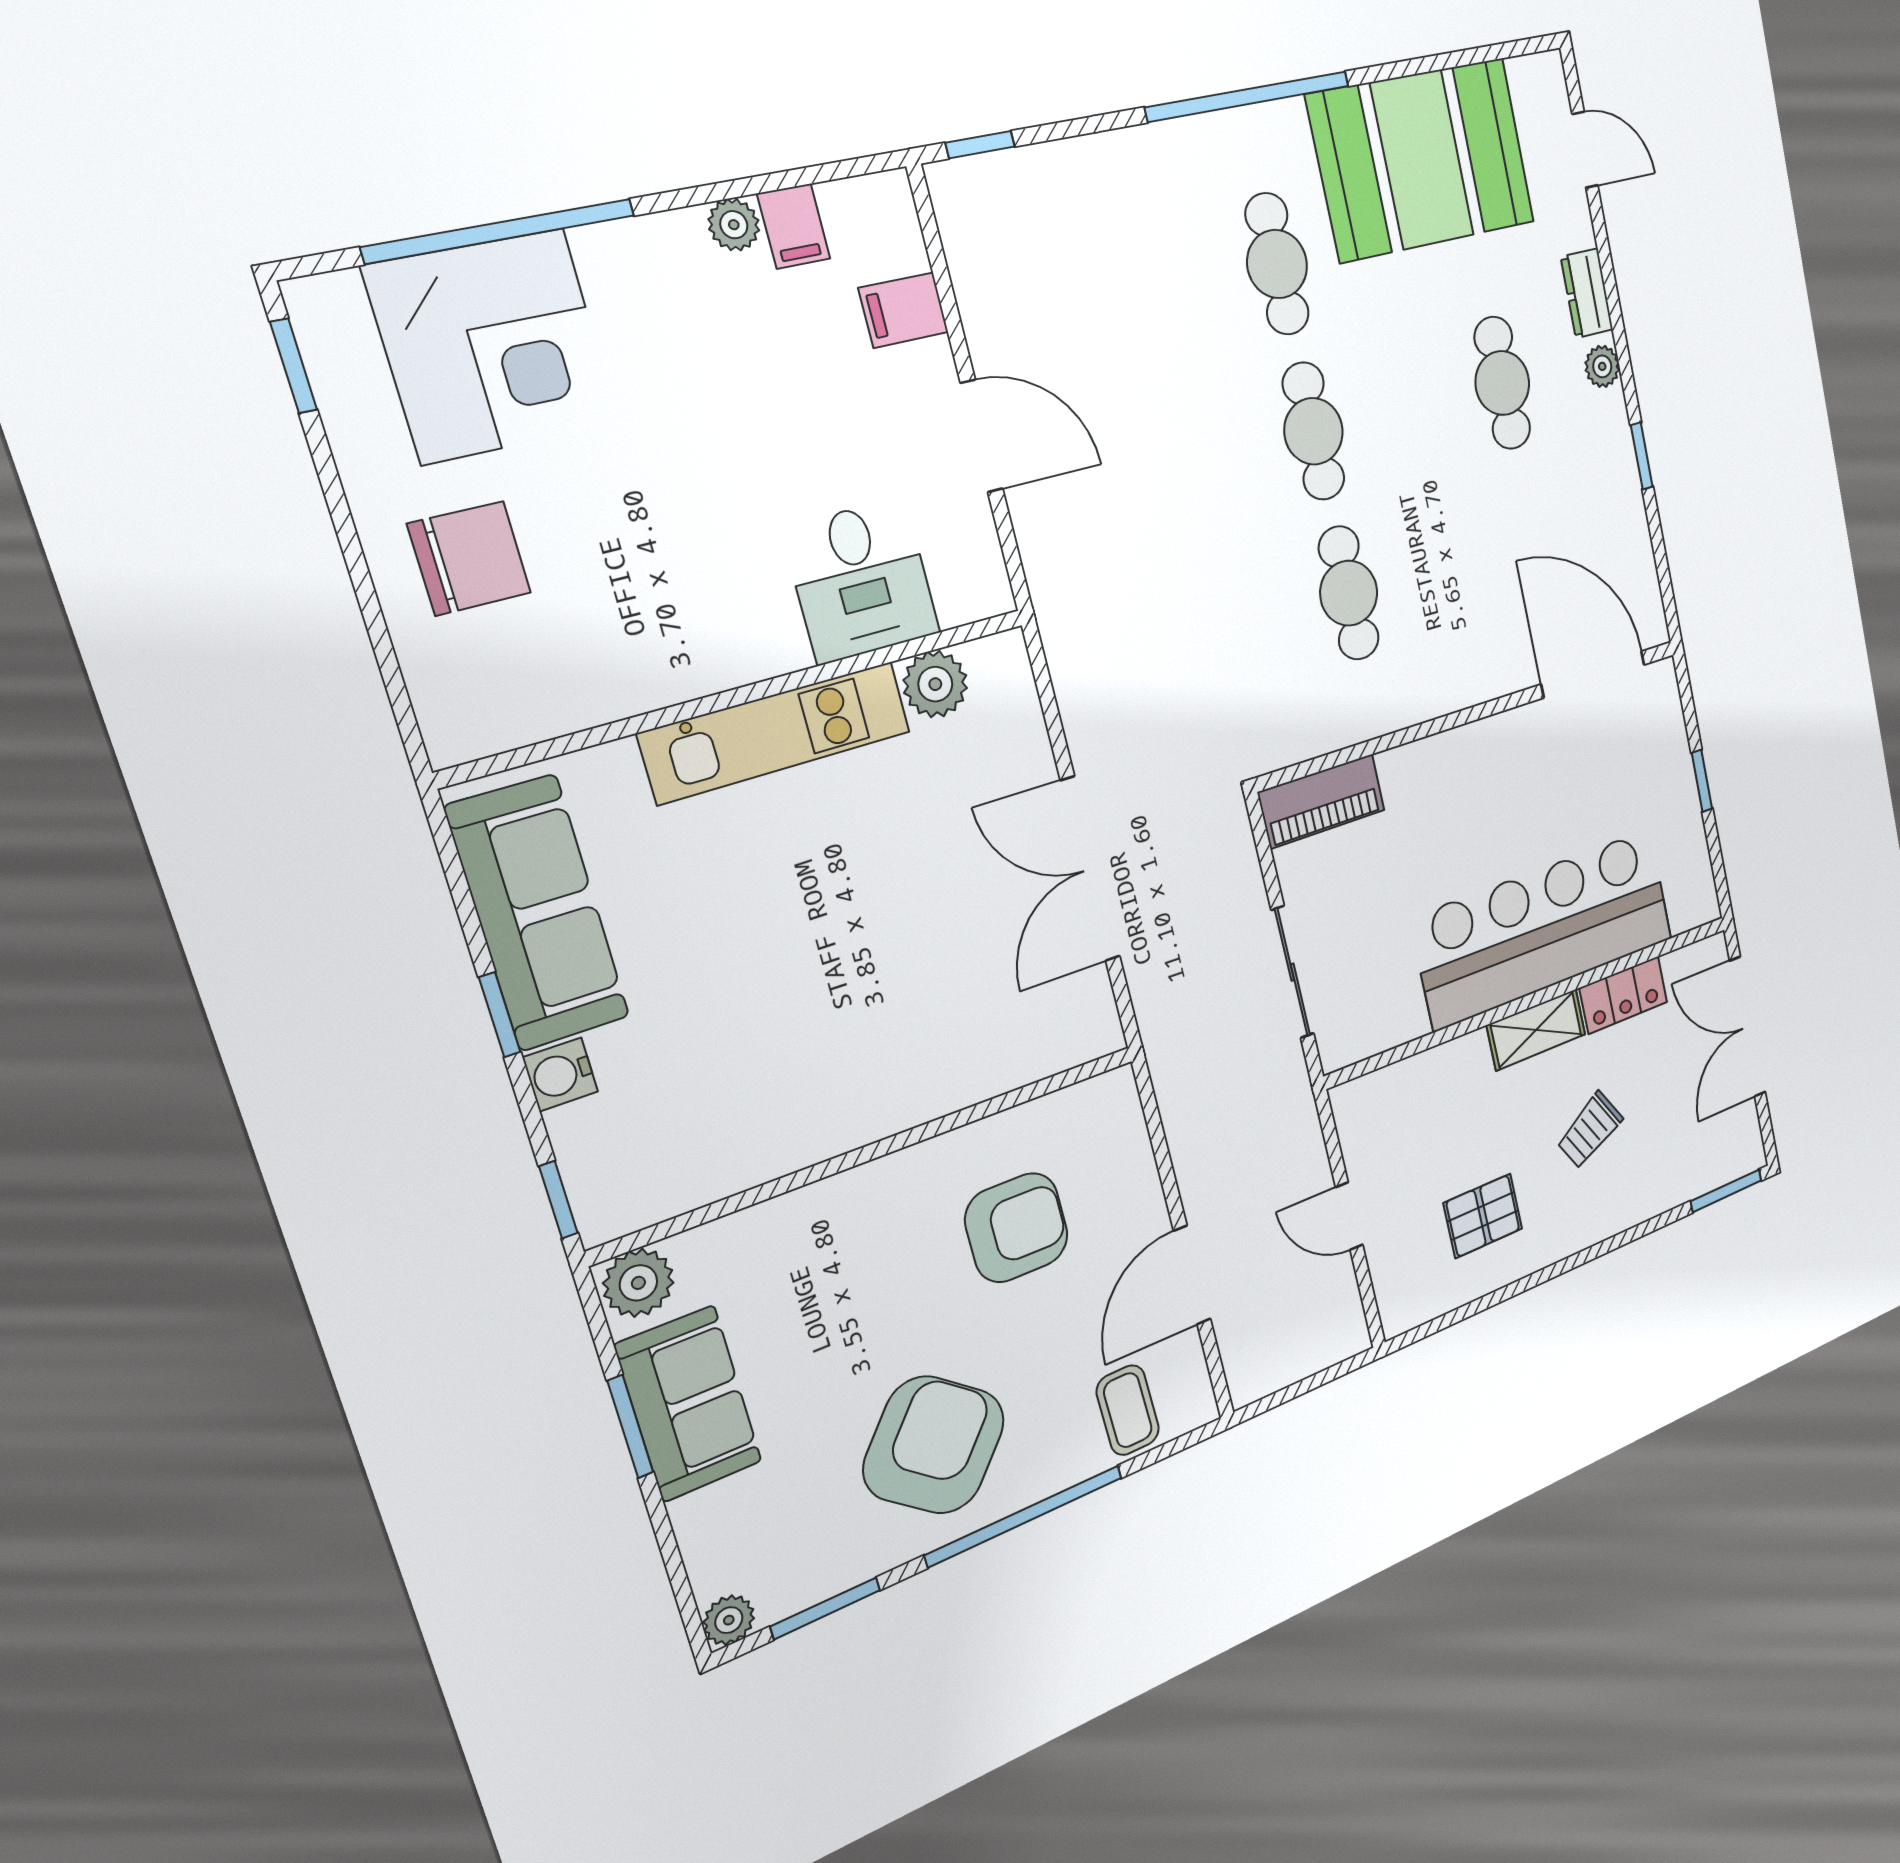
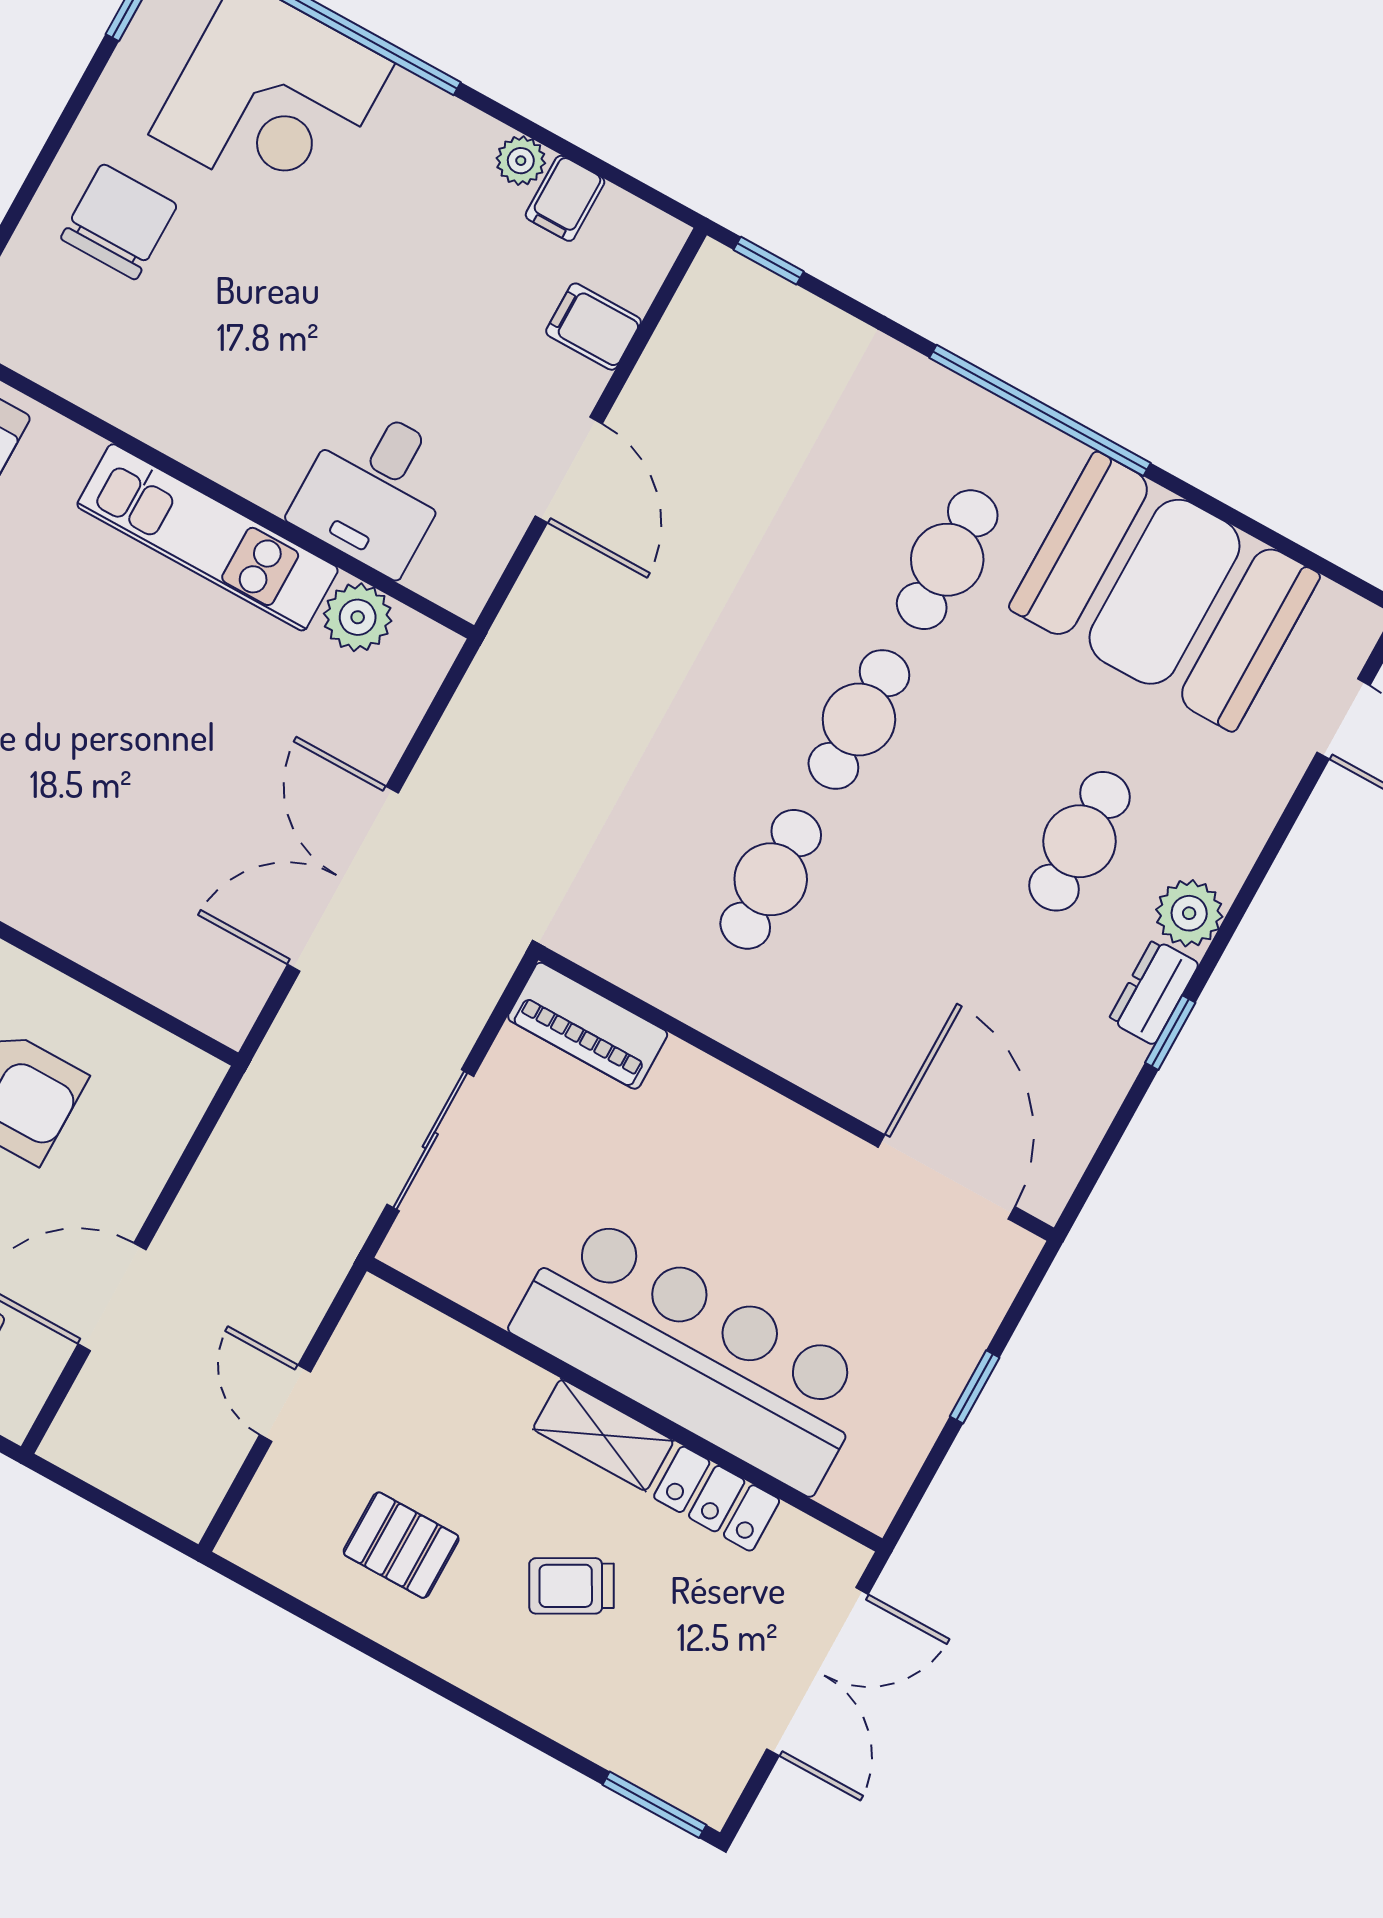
dresser: (1587, 293) -> (1154, 992), moved
plant: (1602, 366) -> (1189, 913), width x1.38, depth x1.38
chair: (469, 558) -> (119, 222), turned -90
double door: (1748, 1027) -> (817, 1672), swing flipped

